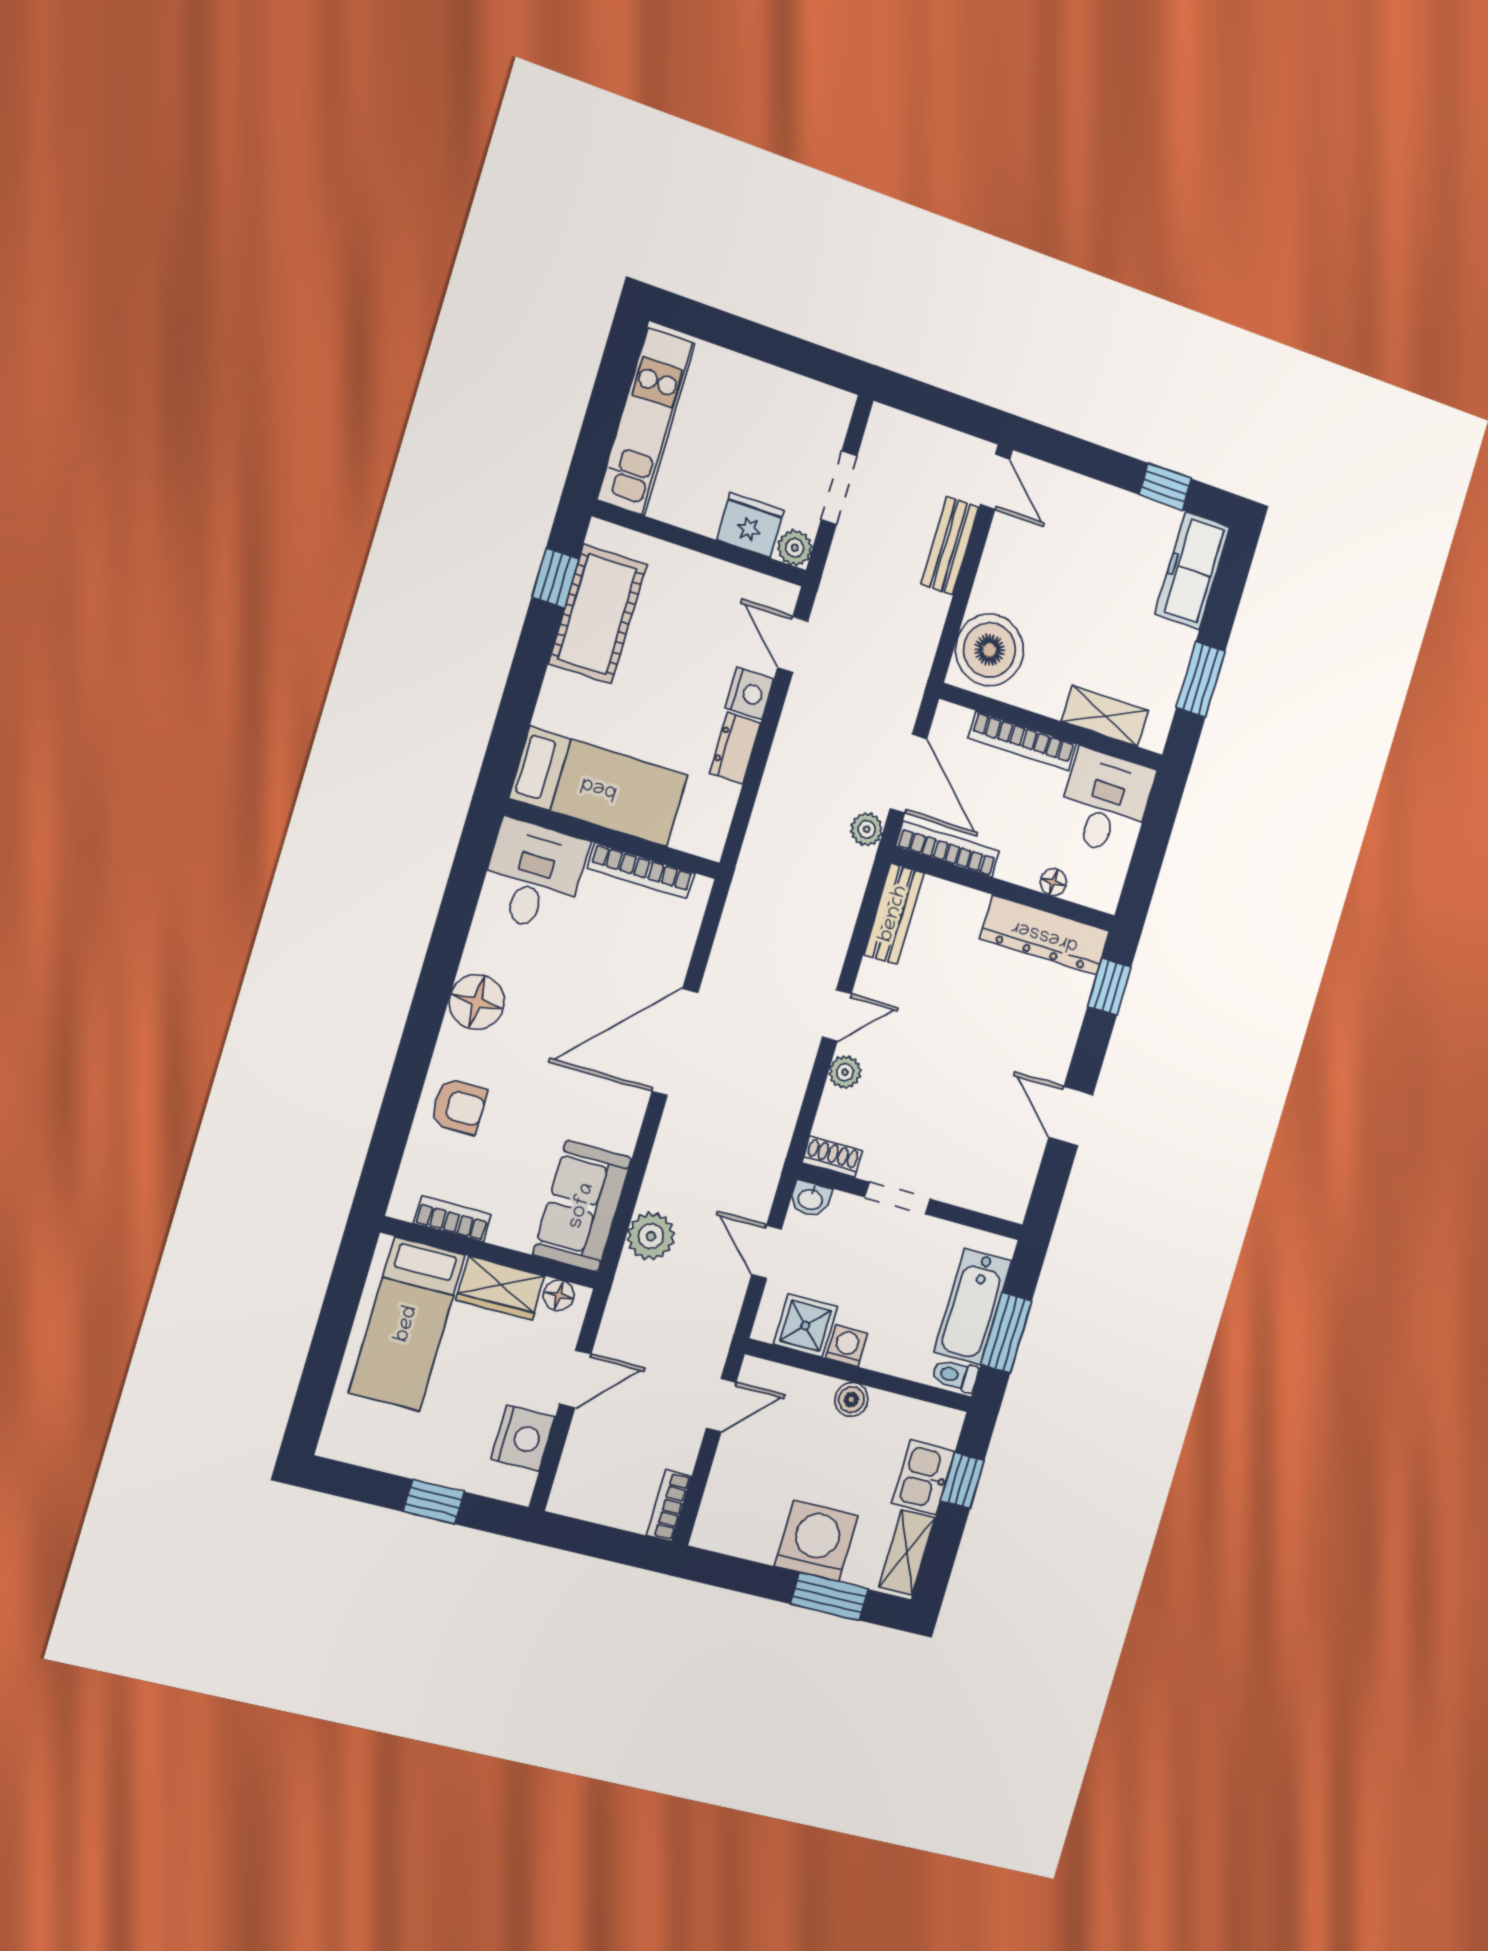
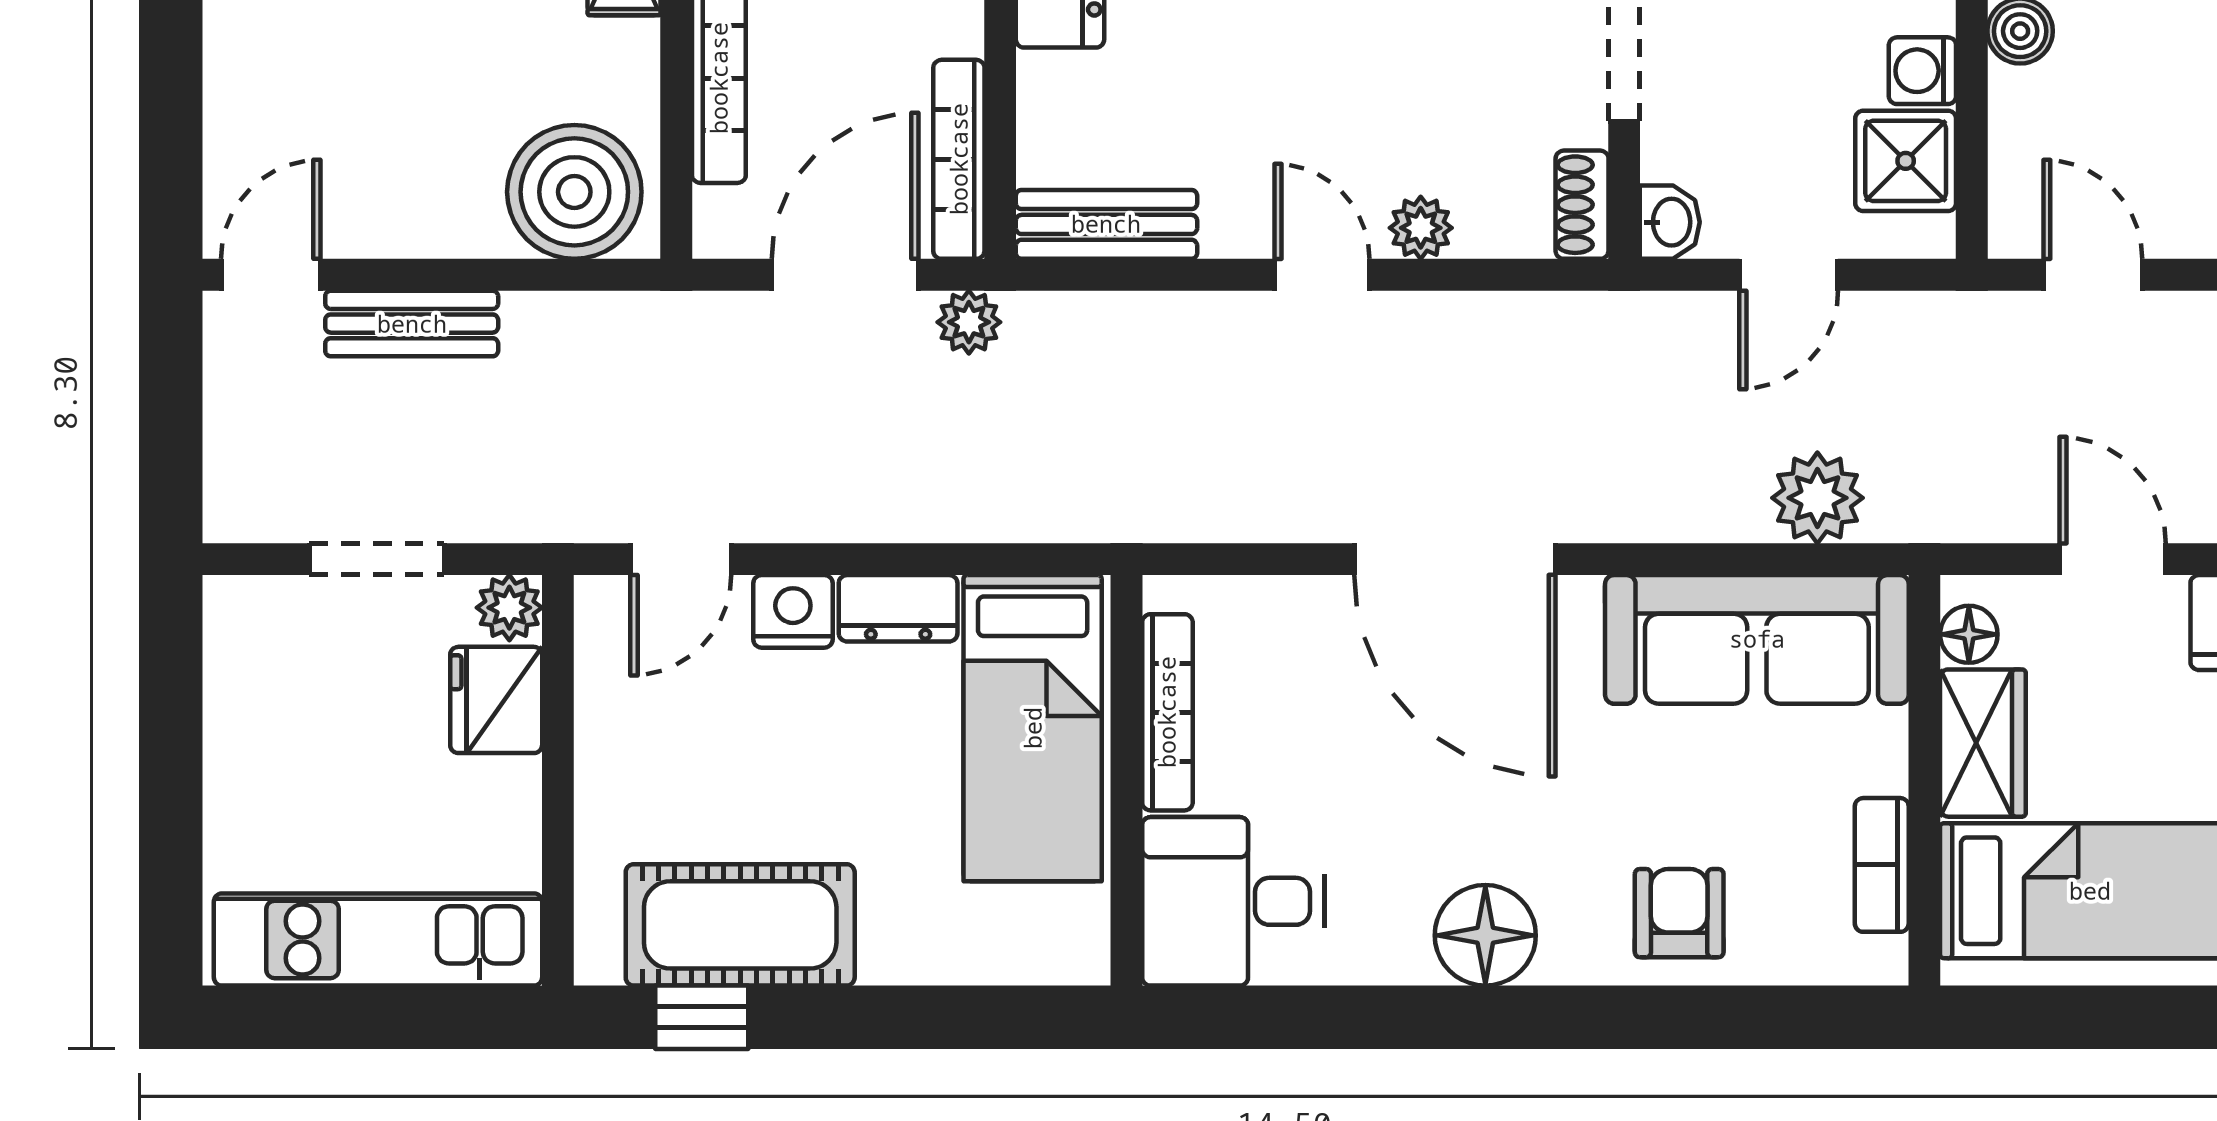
bed: (599, 787) -> (1033, 728), moved, turned 180
sofa: (582, 1206) -> (1757, 639), width x1.36

